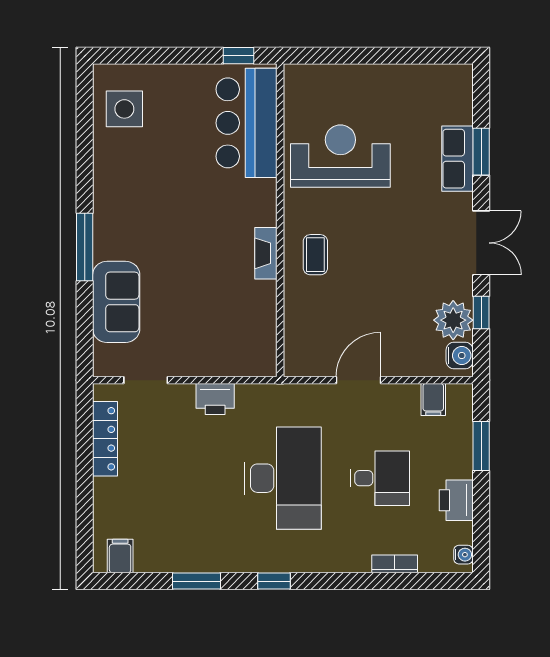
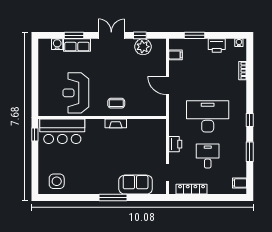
water cooler: (460, 355) -> (57, 44), moved
desk: (380, 478) -> (208, 156), moved

